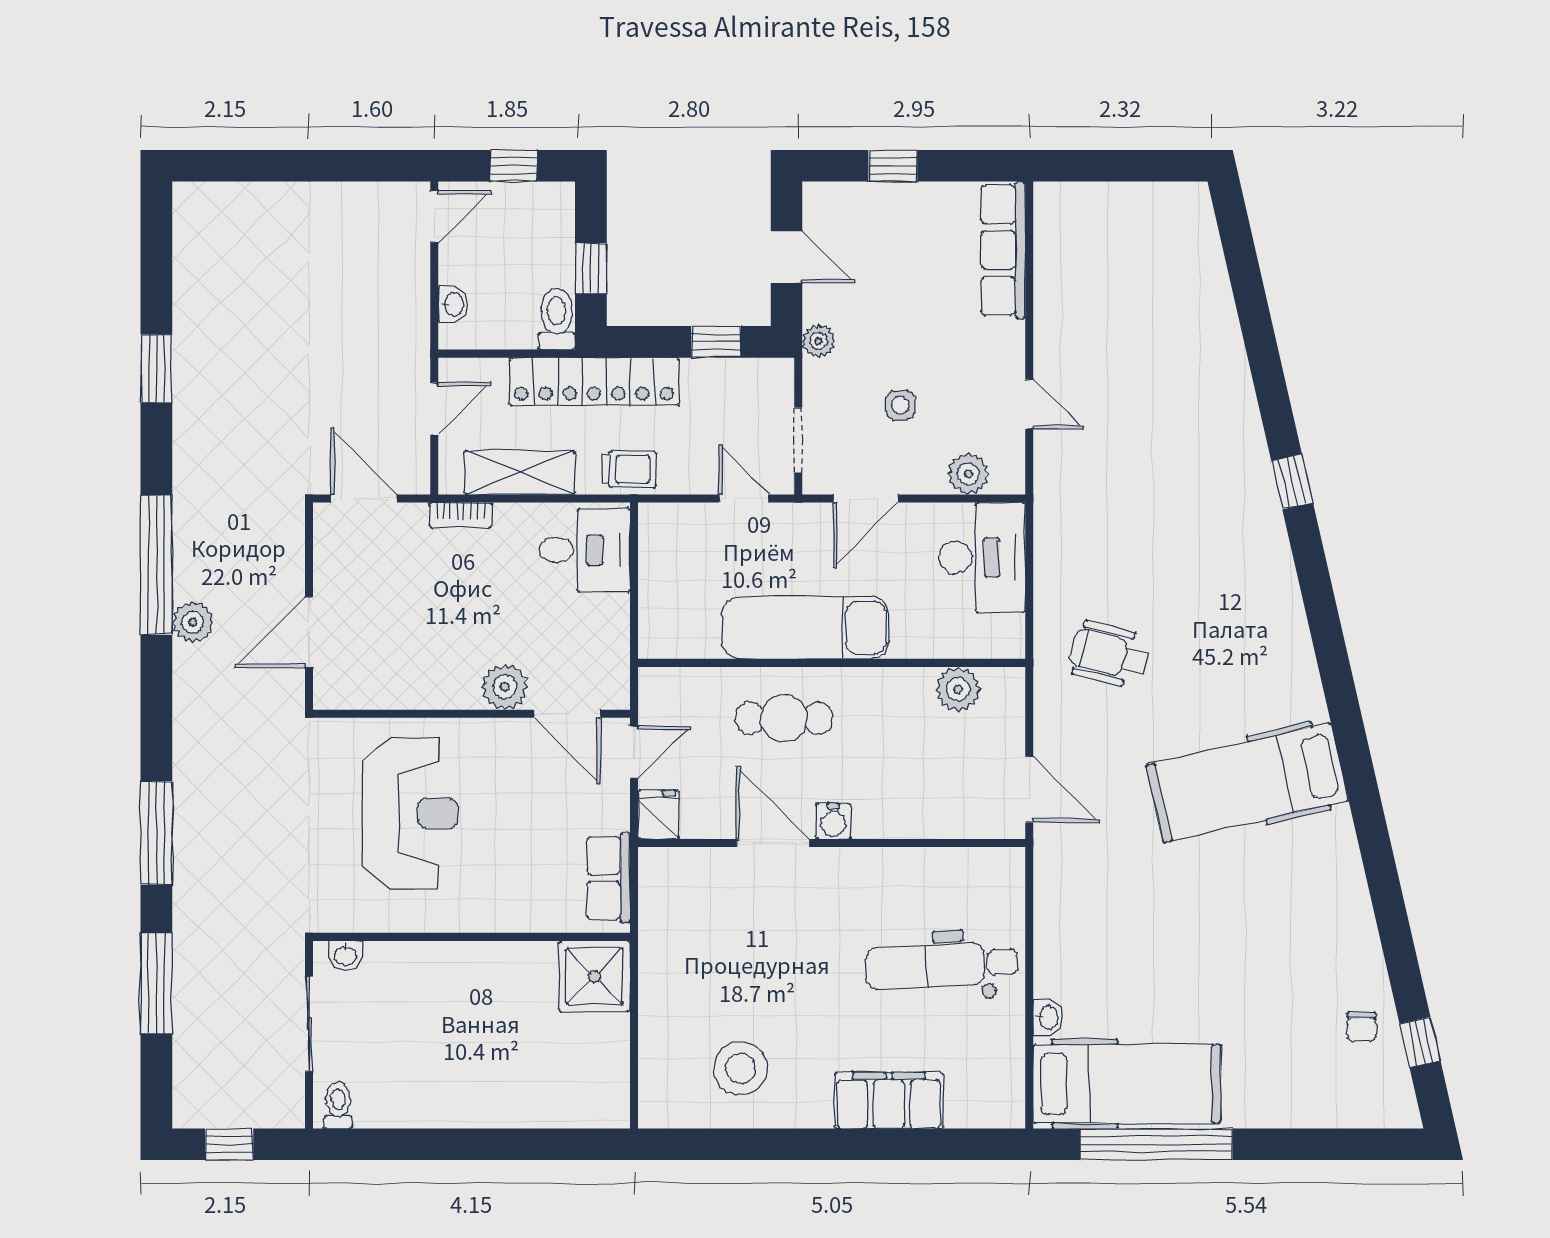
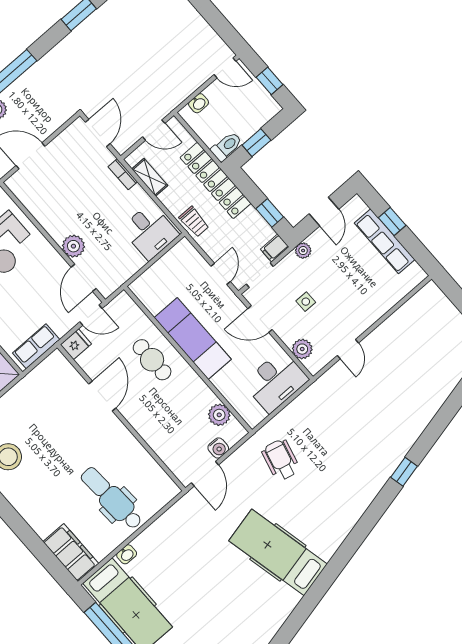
row of seats: (1003, 250) -> (385, 241), moved, turned -90
filing cabinet: (777, 381) -> (275, 248), added
shelving: (520, 472) -> (150, 177), width x0.67, depth x0.75
water cooler: (833, 821) -> (218, 448), moved, turned -90
filing cabinet: (889, 1100) -> (71, 553), moved

